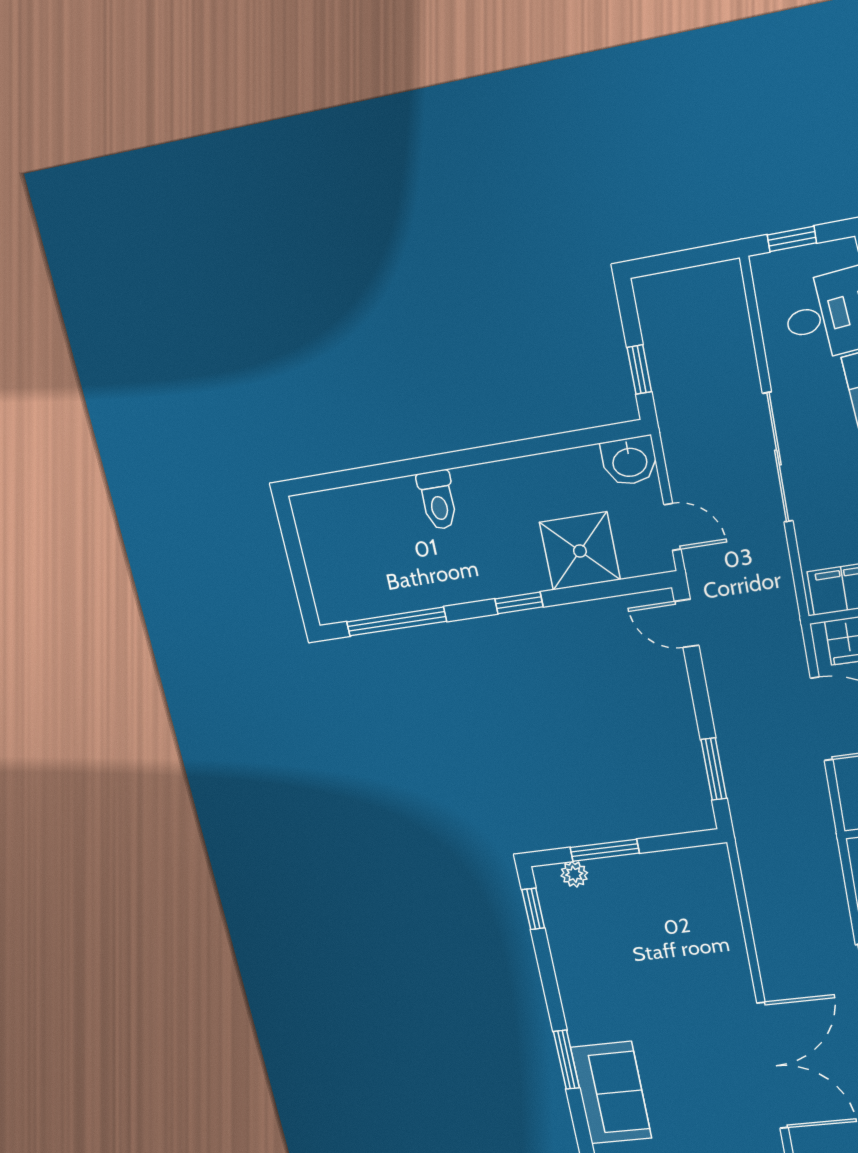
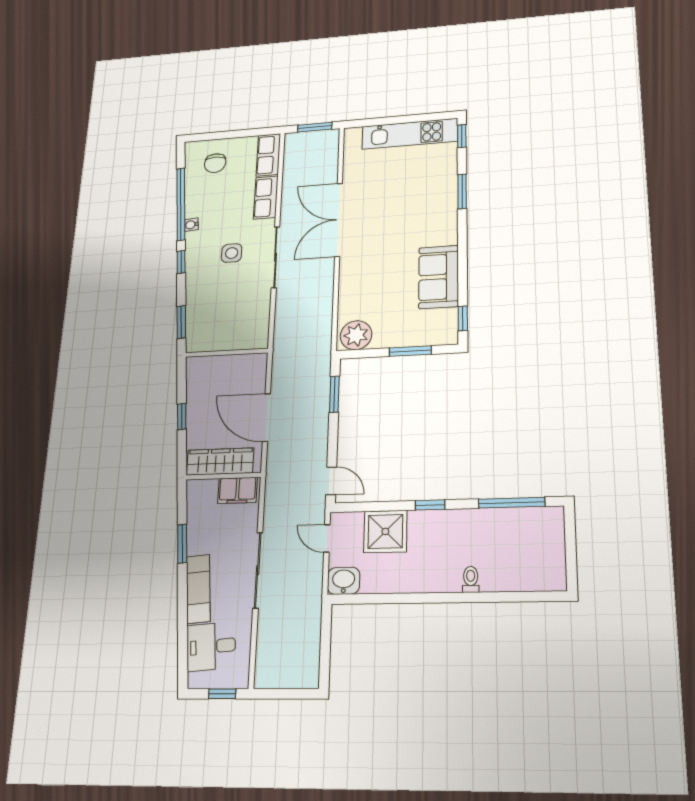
window: (639, 370) -> (326, 634), removed
toilet: (438, 500) -> (471, 579), width x0.73, depth x0.72
plant: (574, 874) -> (356, 335), moved, width x1.88, depth x1.88
window: (566, 1060) -> (462, 191), moved
sofa: (611, 1093) -> (439, 277), moved

